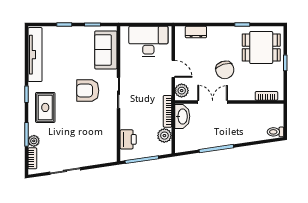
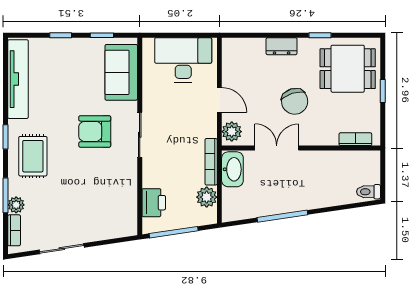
dresser: (196, 32) -> (282, 46), moved

